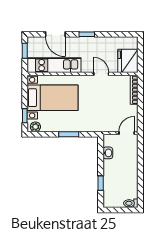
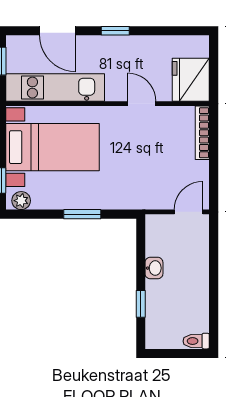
washbasin: (108, 153) -> (154, 268), moved

